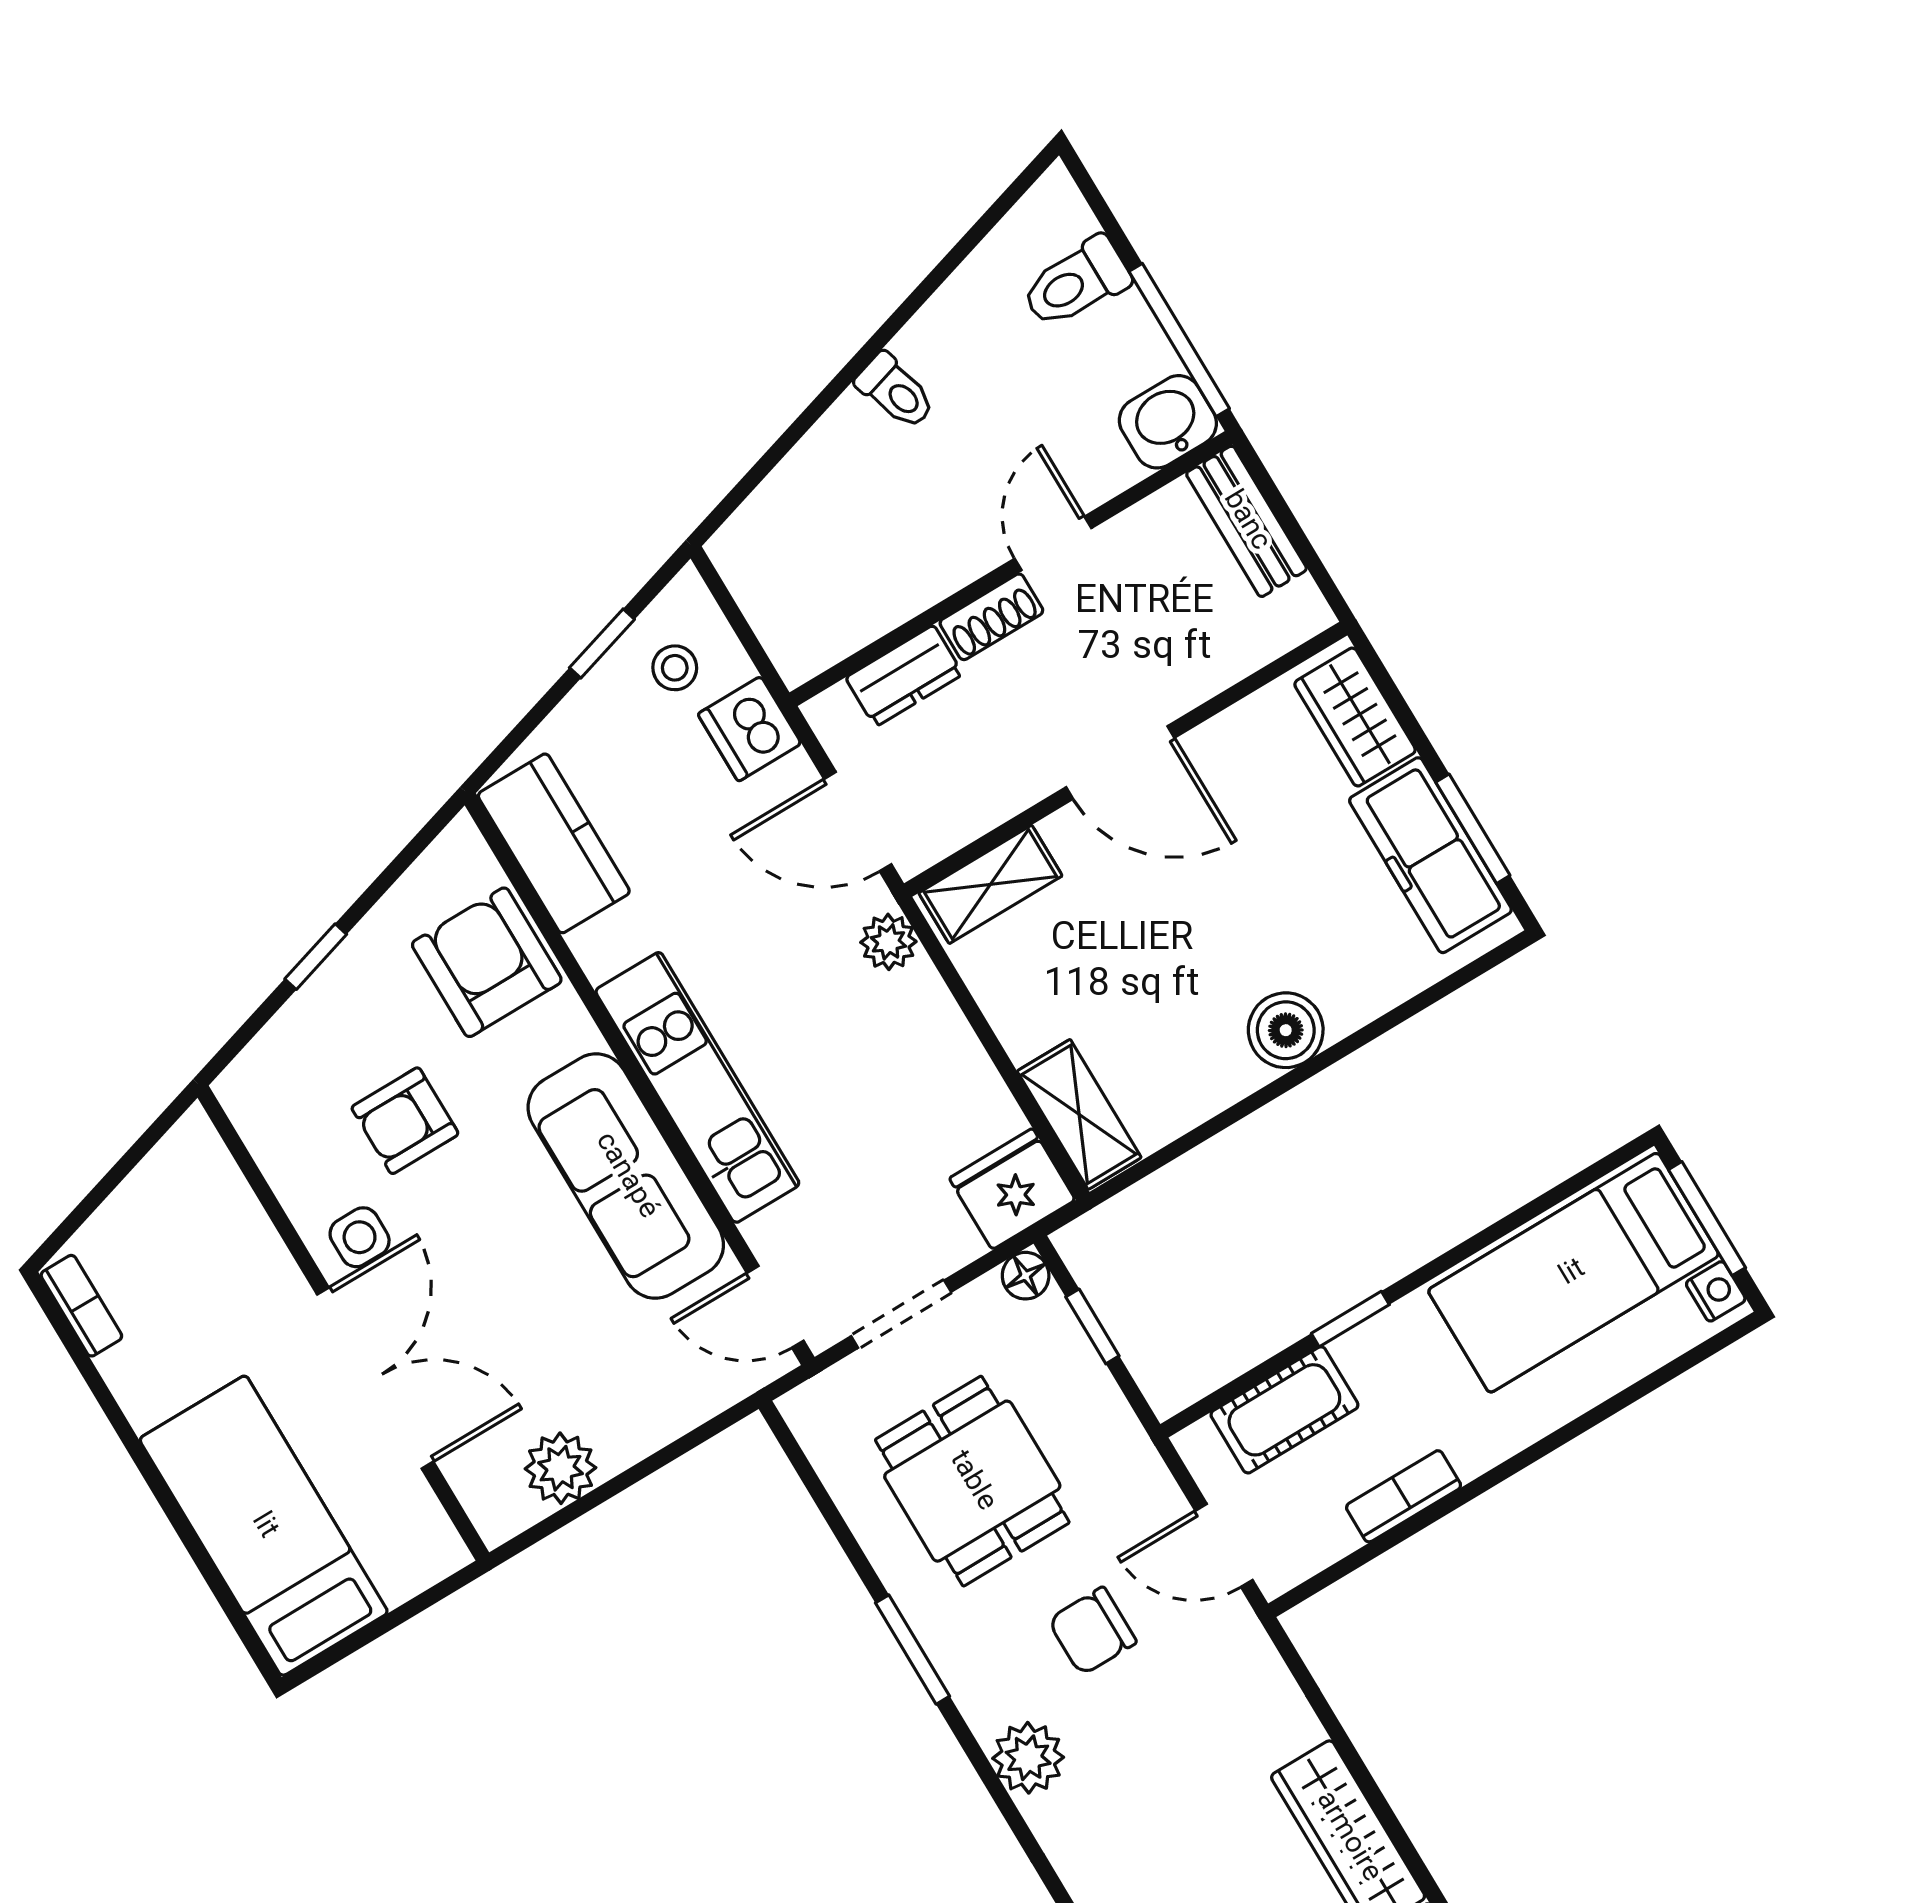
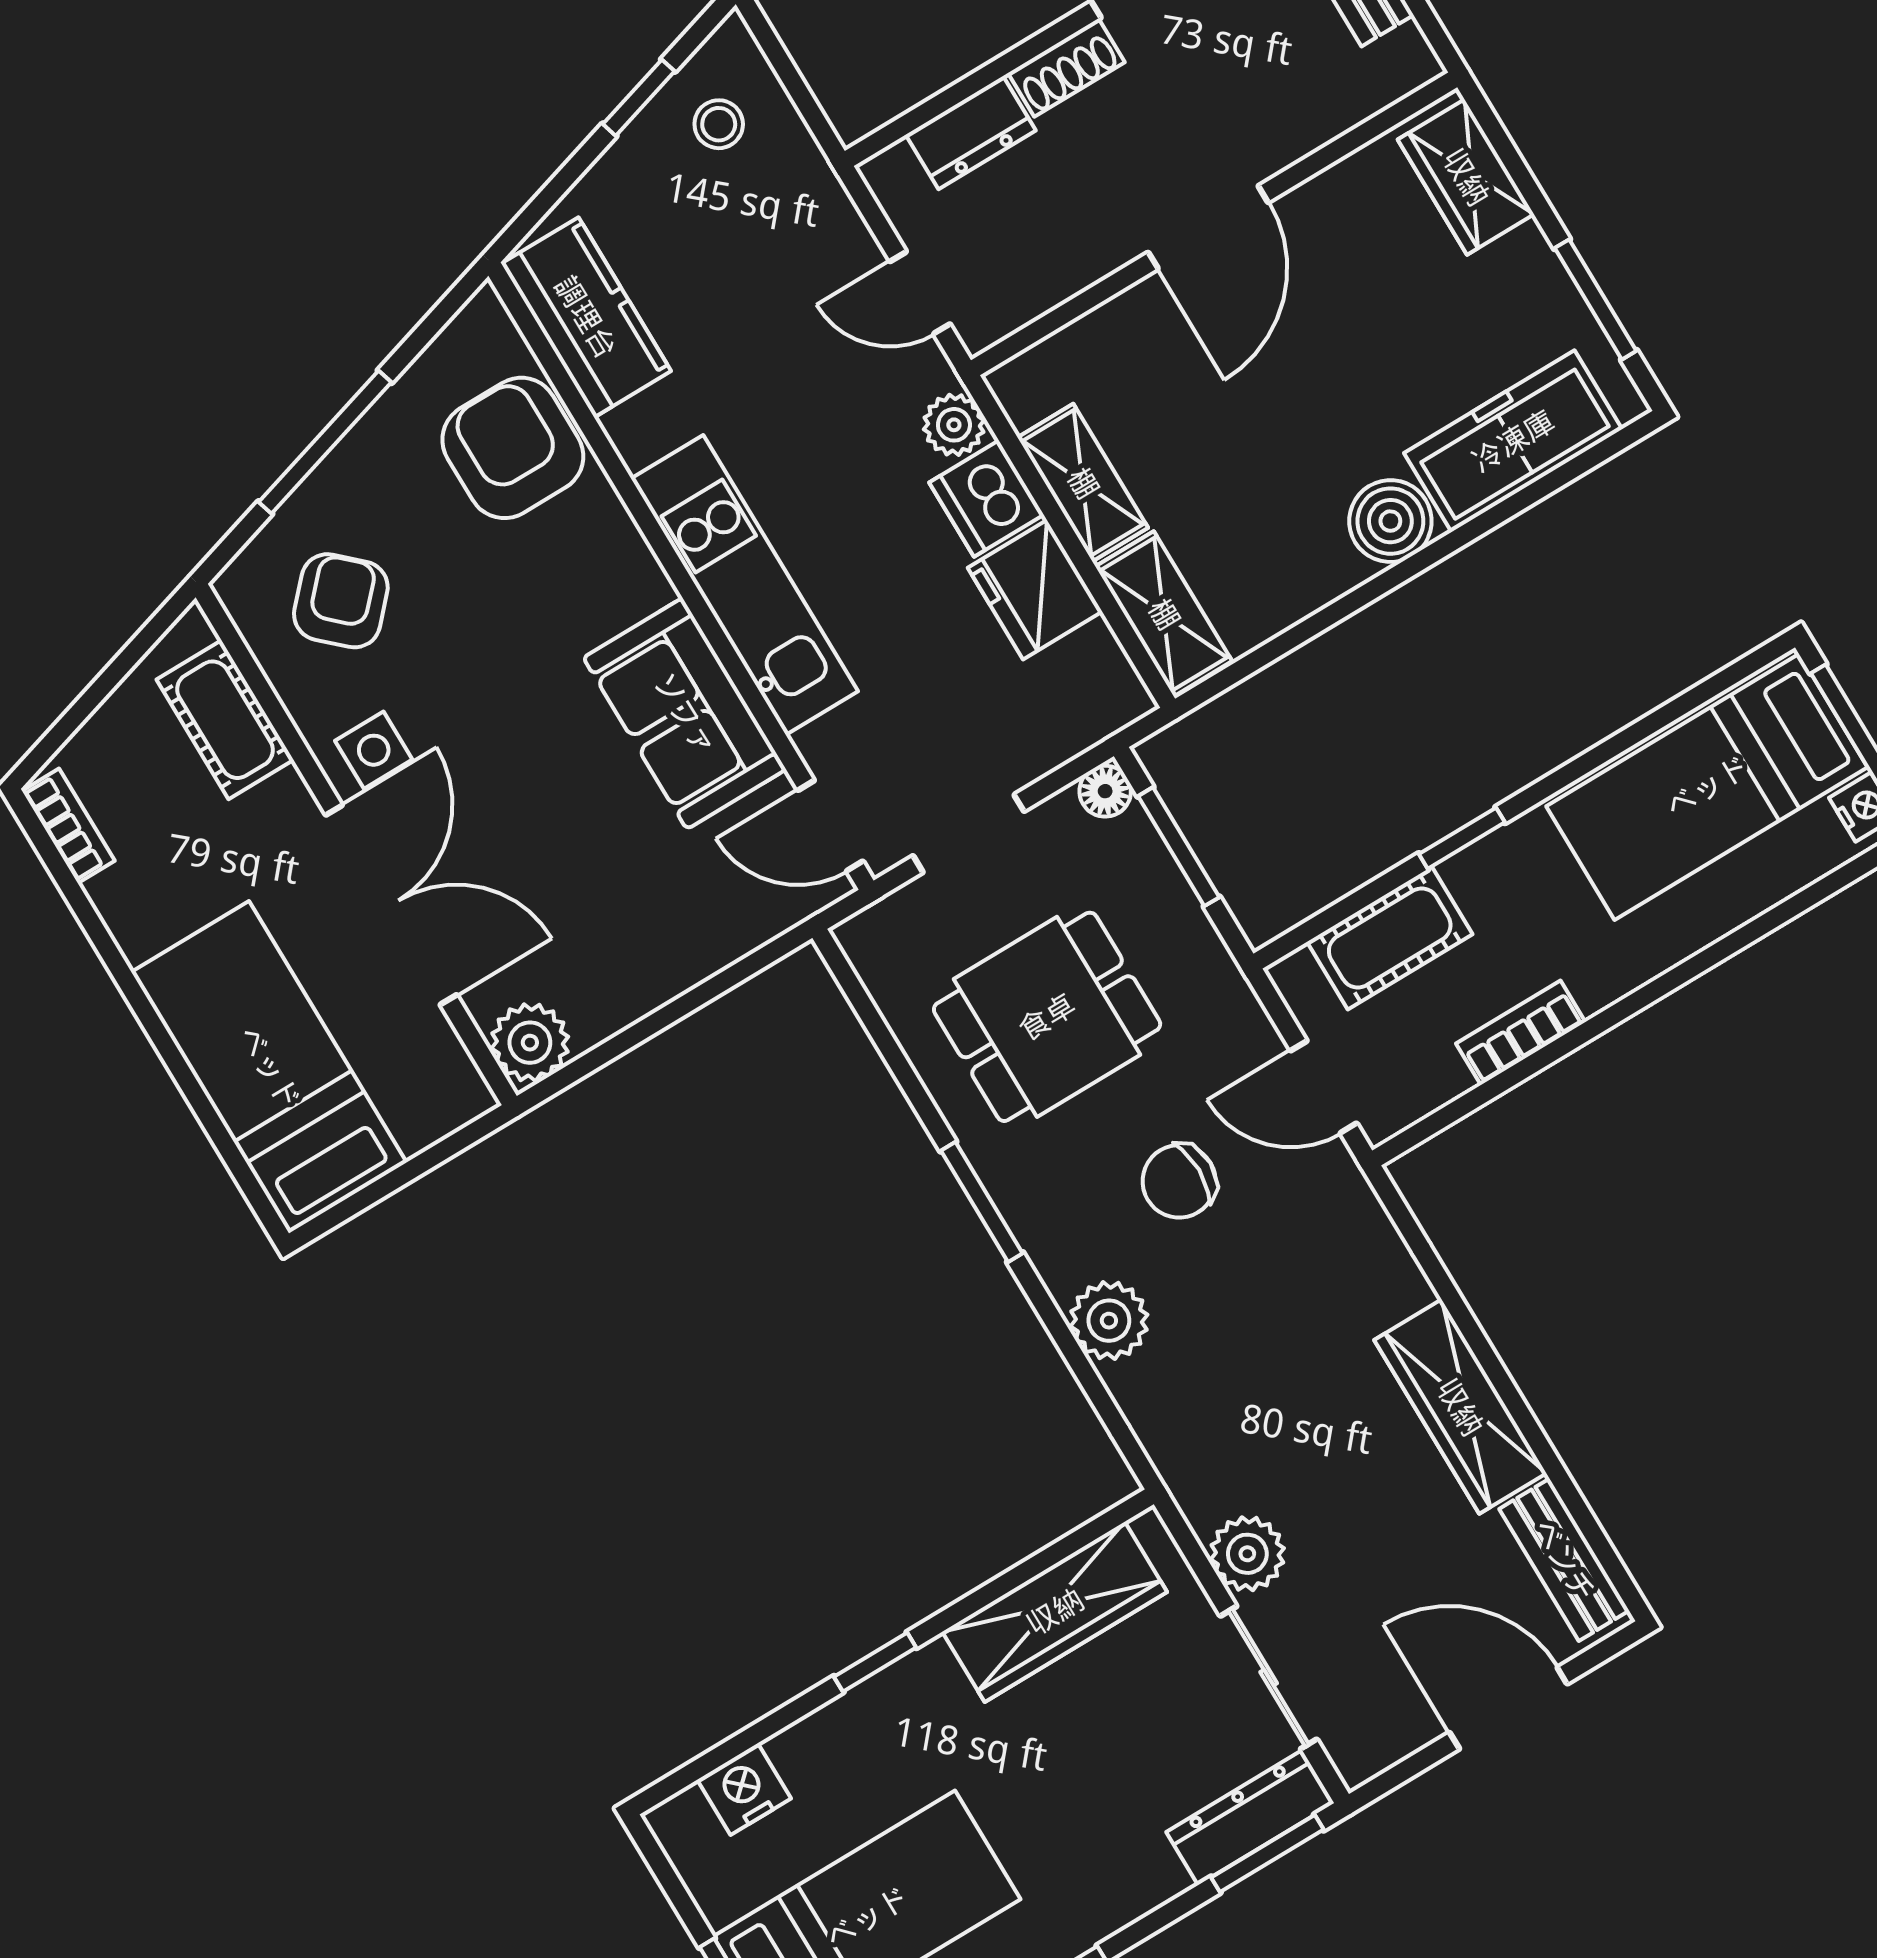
dishwasher: (750, 729) -> (986, 499), moved
door: (1120, 763) -> (1208, 227), hinge flipped
door: (858, 822) -> (920, 293), width x0.73
freezer: (1430, 855) -> (1513, 441), moved, turned 90
shelving: (990, 884) -> (1083, 483), moved, turned 90
window: (316, 957) -> (325, 442), width x2.17
armchair: (405, 1121) -> (341, 601), moved, turned 133
sofa: (626, 1176) -> (685, 714), width x0.73
fridge: (1012, 1189) -> (1035, 590), moved, turned -90
cot: (224, 1209) -> (225, 720), added
window: (1092, 1326) -> (1179, 847), width x1.50
plant: (560, 1468) -> (530, 1043), moved
dining table: (972, 1481) -> (1047, 1017), turned 90

